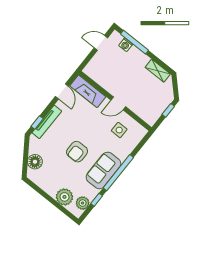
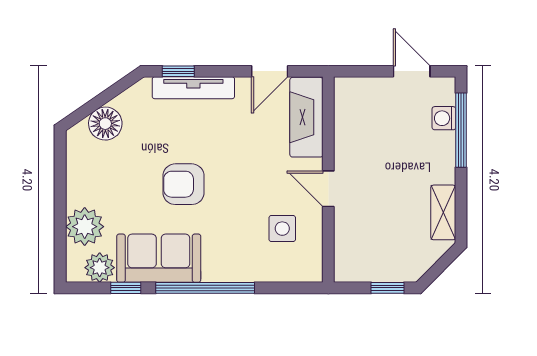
sofa: (103, 170) -> (159, 258), moved

